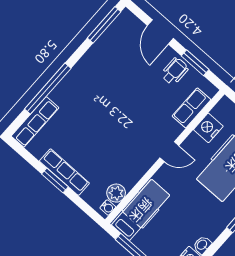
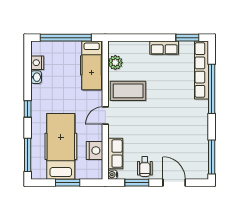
row of seats: (35, 122) -> (202, 70), width x1.36
coffee table: (128, 156) -> (128, 91), added
row of seats: (64, 172) -> (164, 48), width x0.68
window: (55, 180) -> (187, 38), moved
water cooler: (108, 207) -> (113, 175), moved

